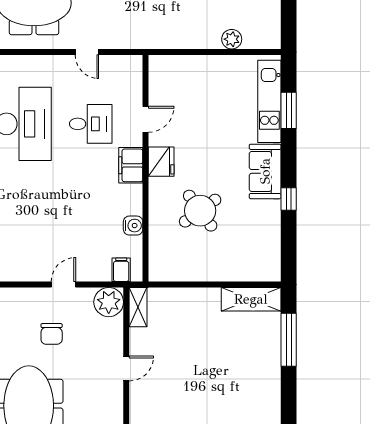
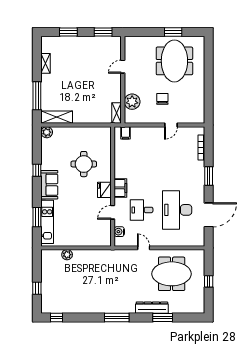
round table: (200, 211) -> (84, 164), turned 36
water cooler: (133, 226) -> (119, 232), moved
plant: (270, 271) -> (47, 132), added
door: (63, 284) -> (171, 125), moved
plant: (109, 302) -> (132, 102), moved
door: (126, 369) -> (123, 67), moved
shelving: (272, 401) -> (45, 63), added

